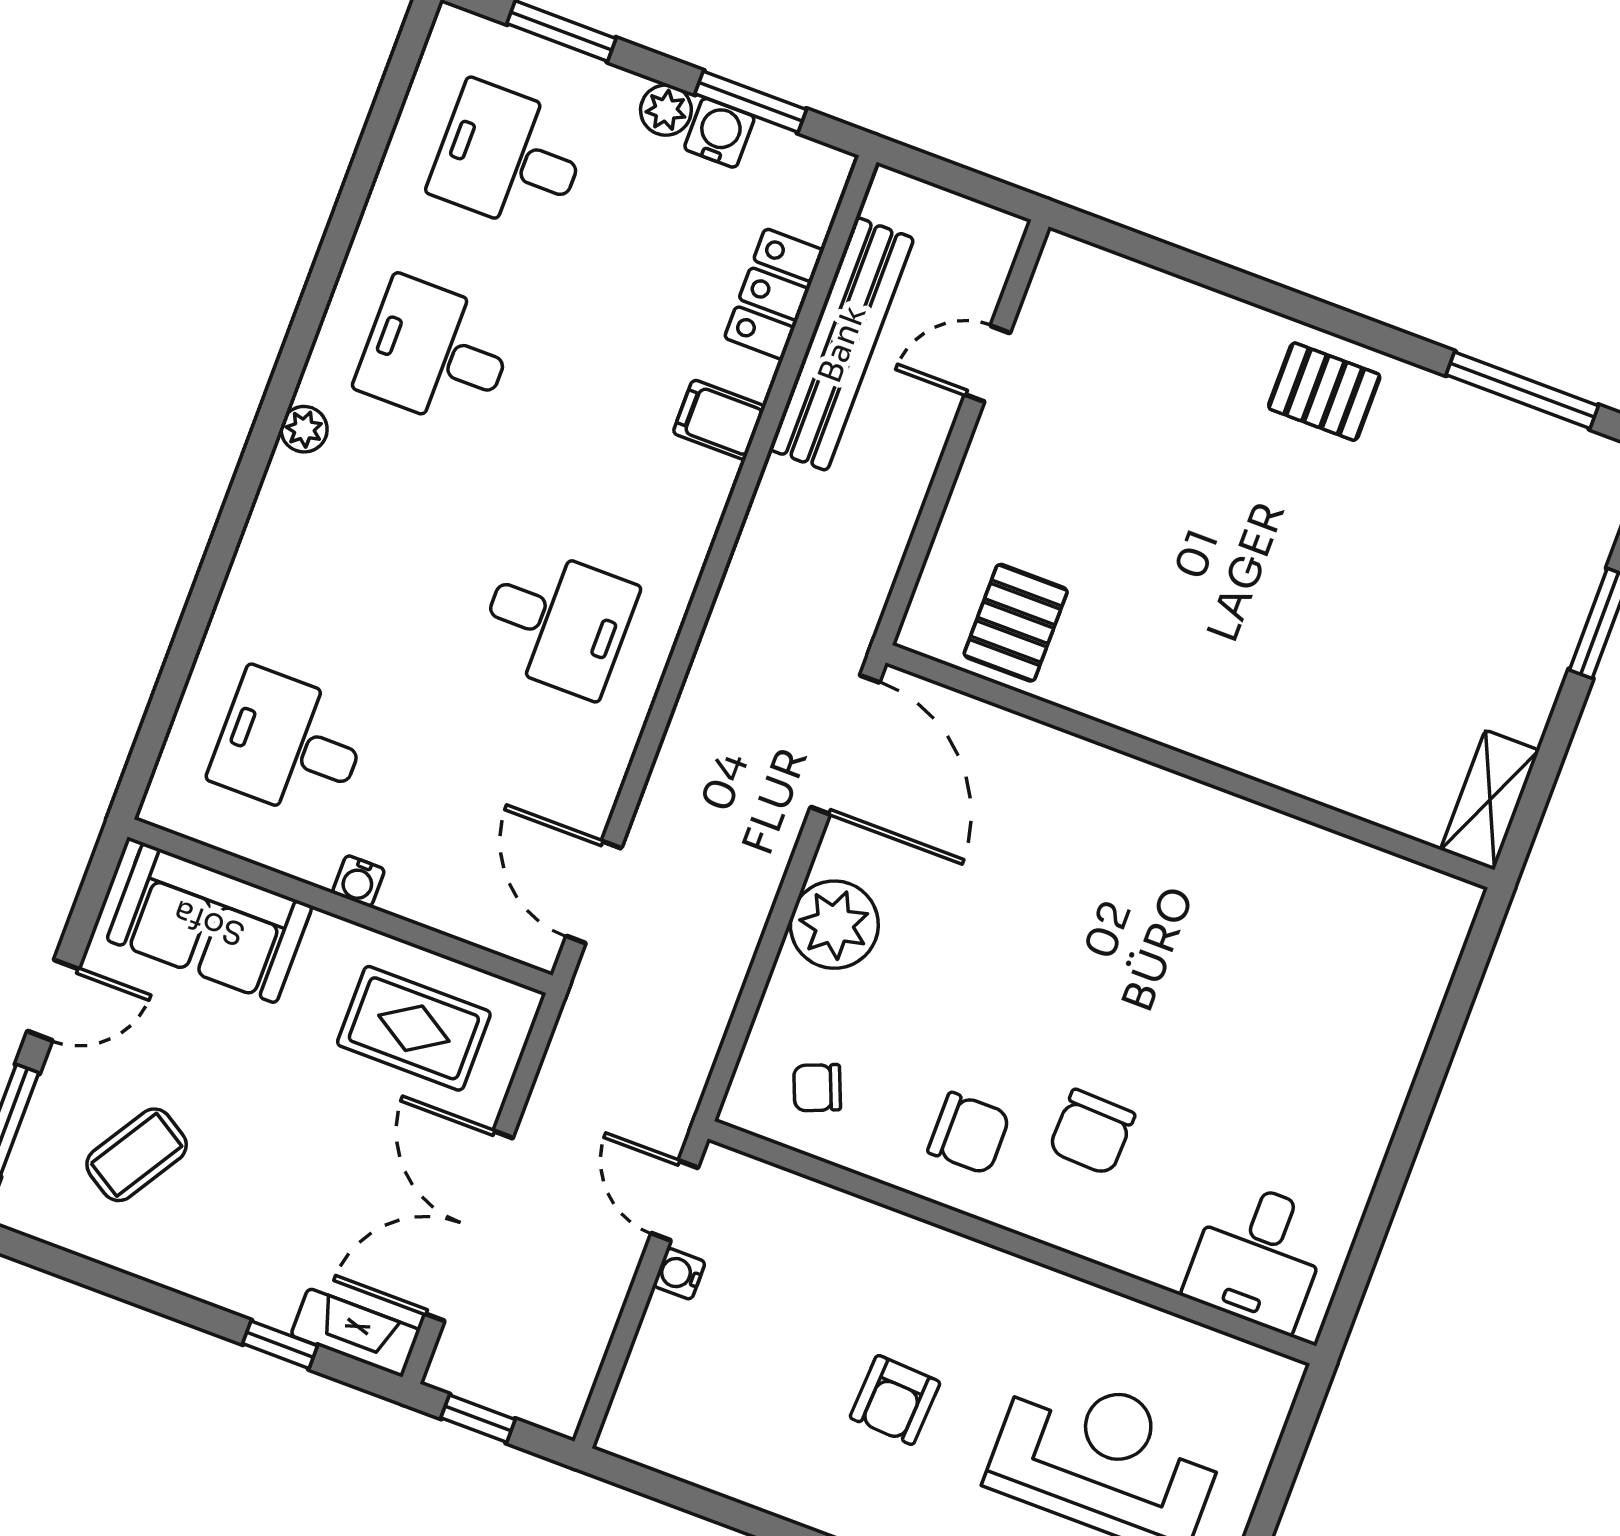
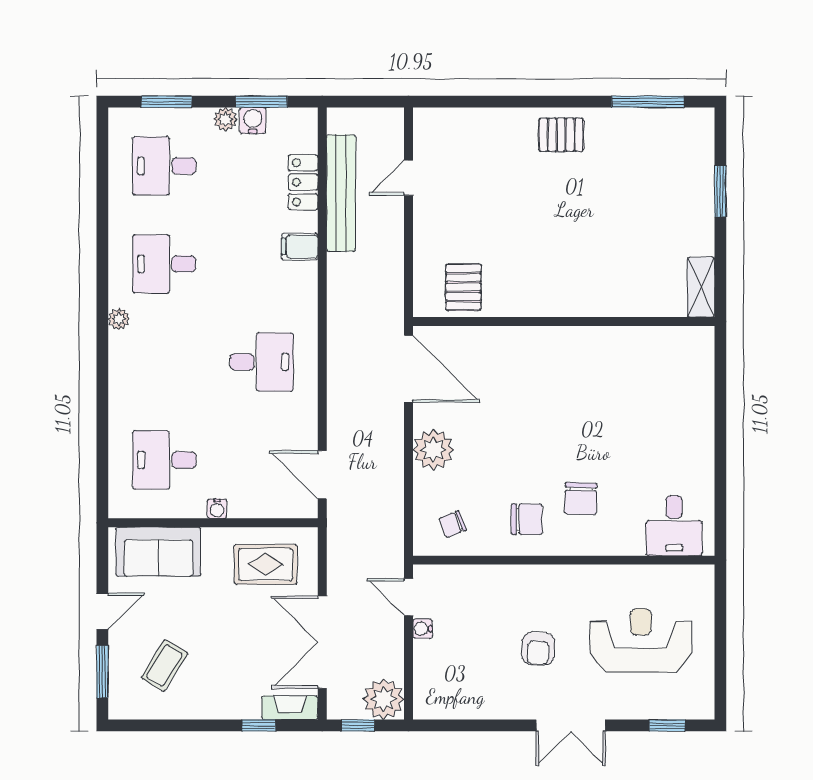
plant: (549, 1385) -> (384, 699), added

